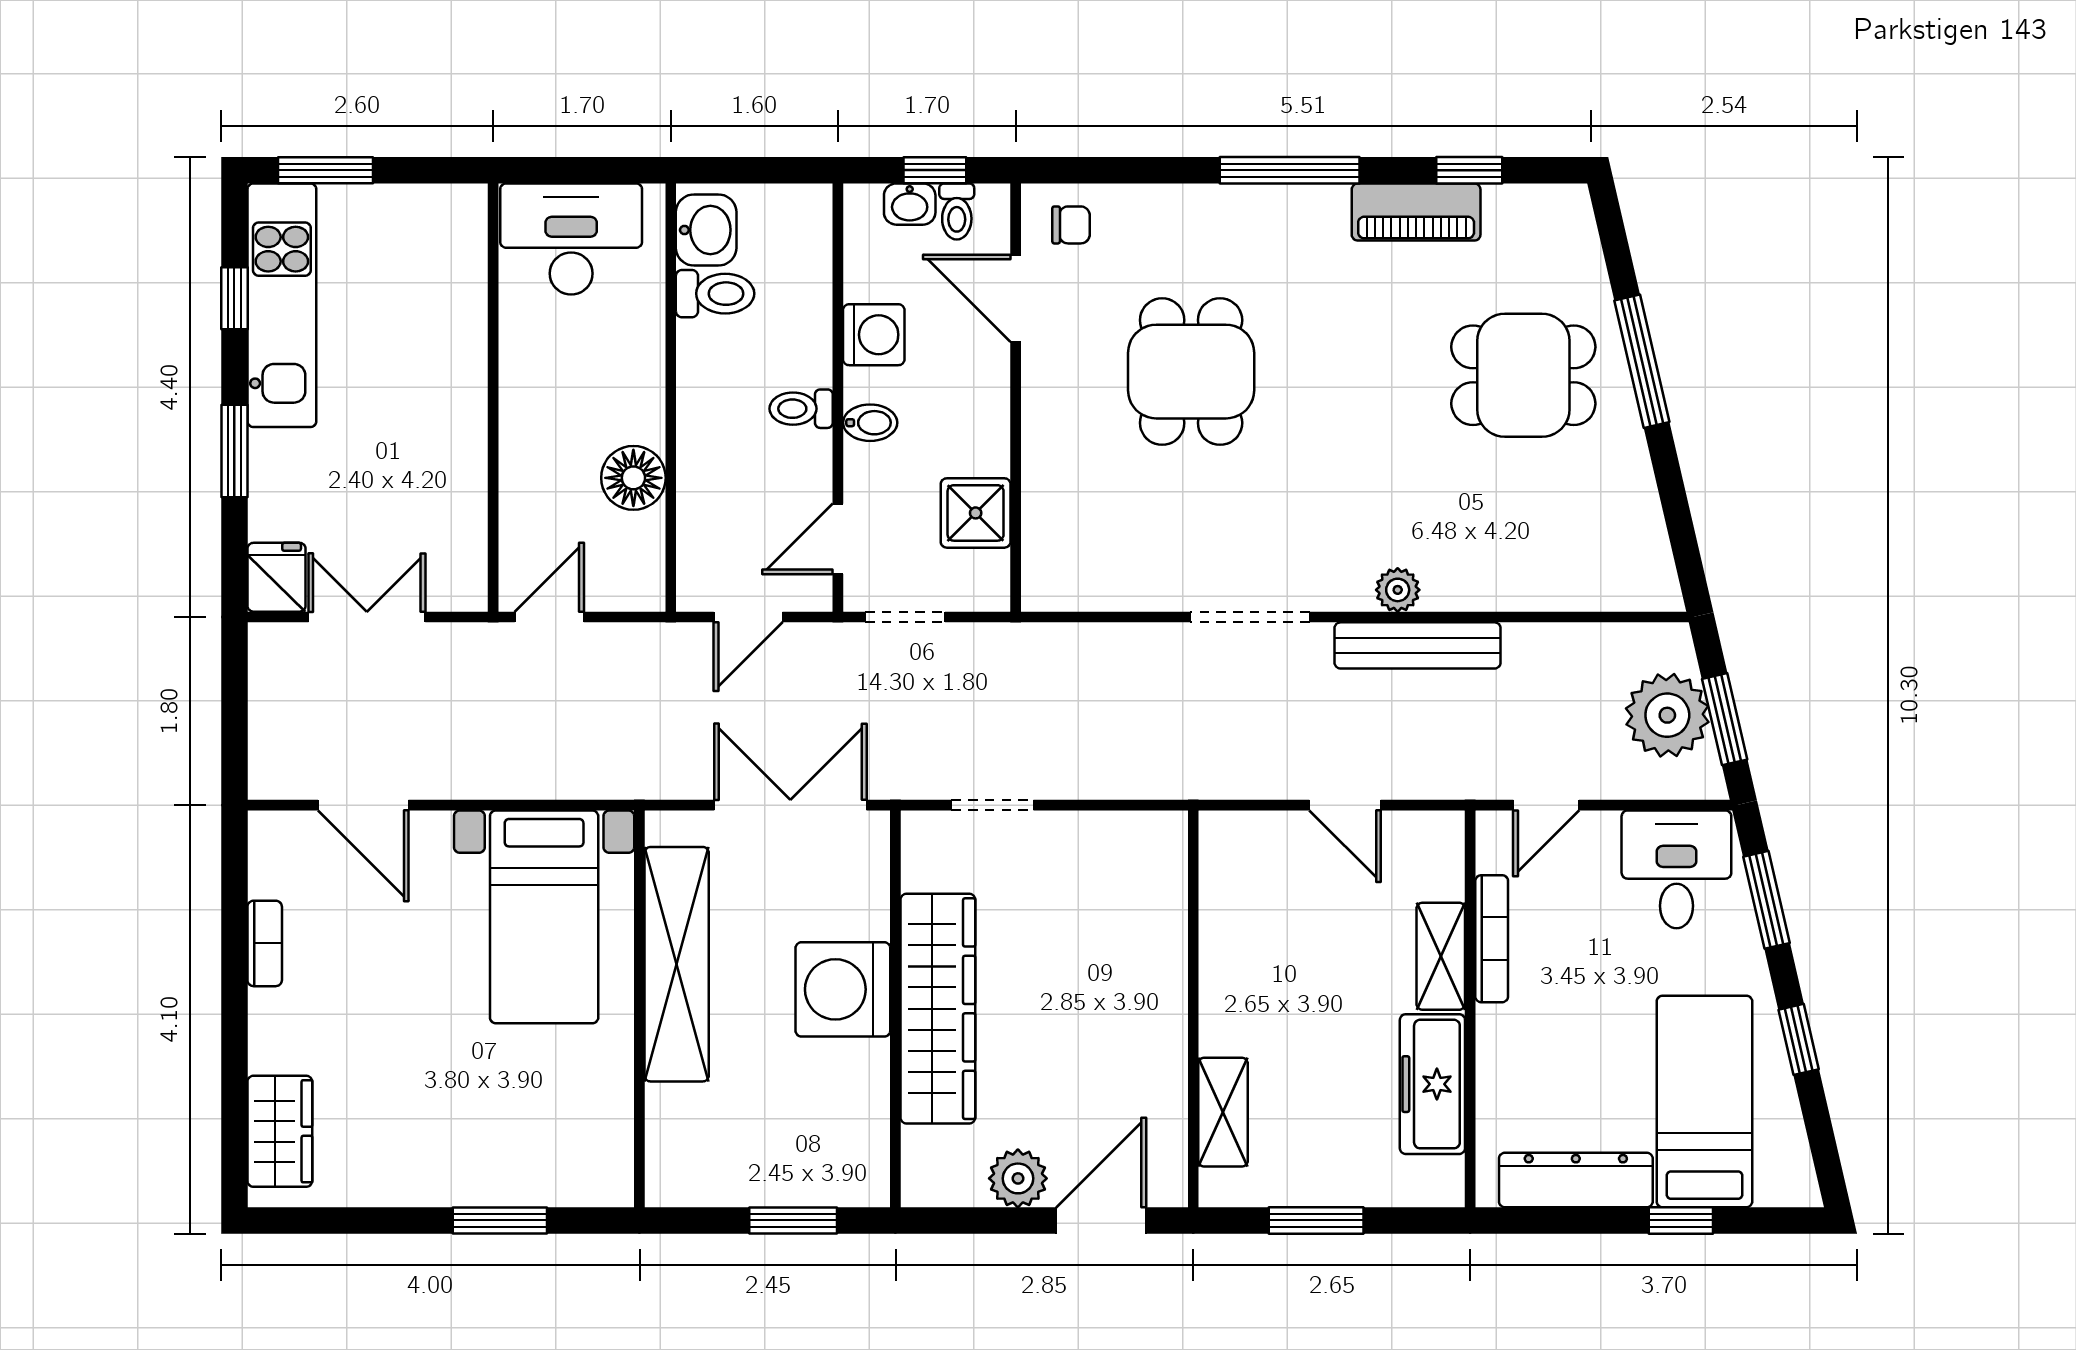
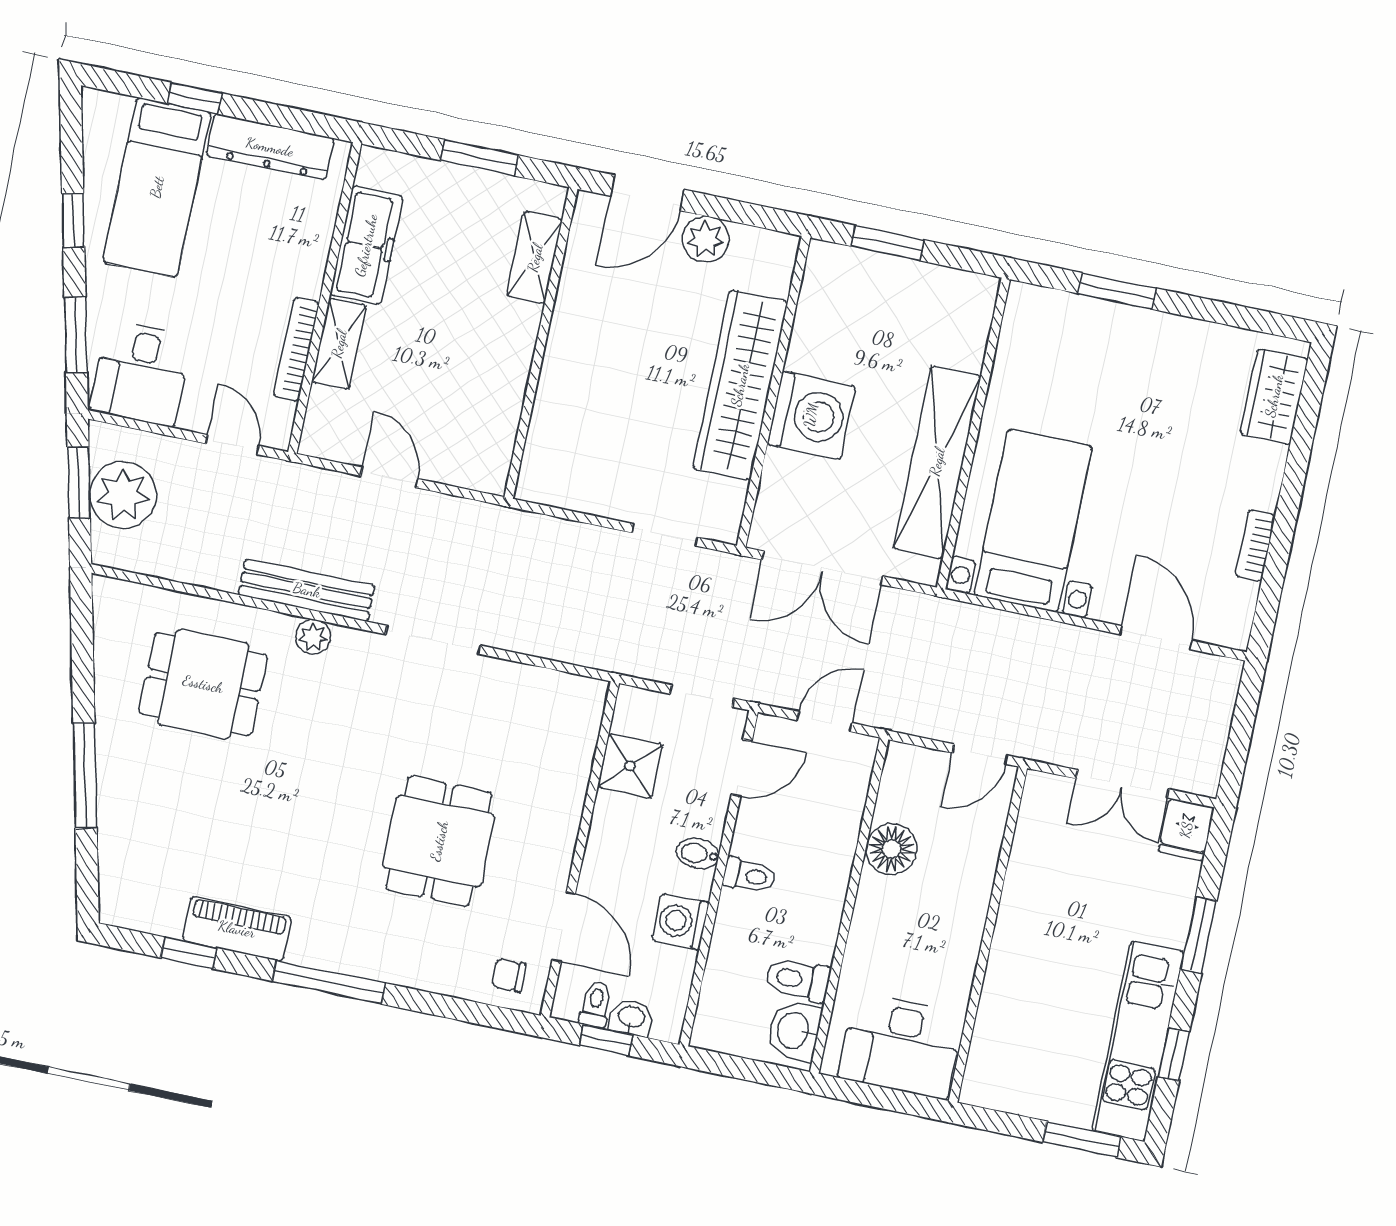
dining table: (1523, 375) -> (203, 684), moved
door: (1546, 805) -> (232, 445), hinge flipped

